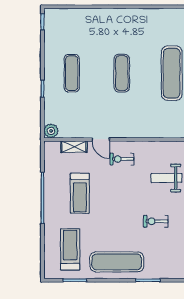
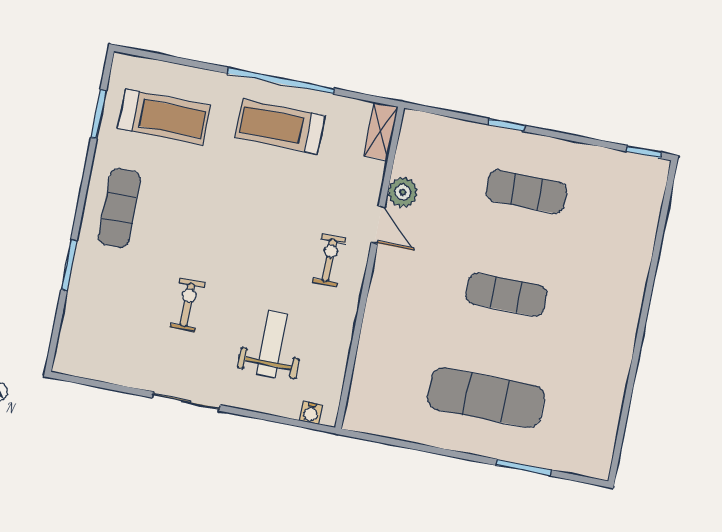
plant: (51, 131) -> (403, 192), moved
door: (101, 139) -> (378, 225), swing flipped
shelving: (74, 147) -> (381, 131), moved
treadmill: (80, 193) -> (280, 127), moved
exercise mat: (117, 262) -> (119, 208), width x0.73, depth x0.69

